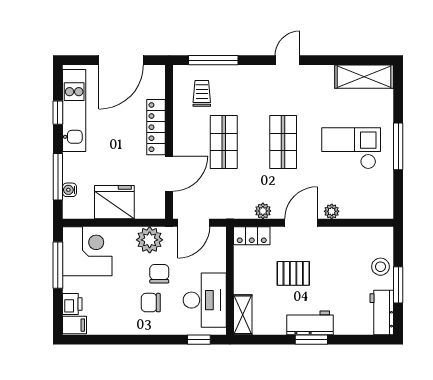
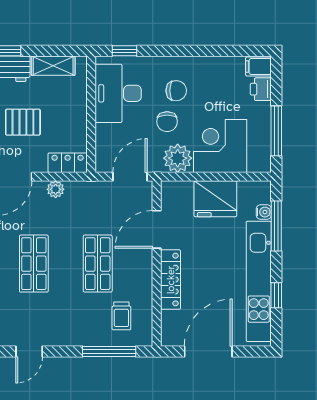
kitchen unit: (74, 111) -> (259, 281), width x1.36
corner desk: (87, 251) -> (220, 146), moved, turned 90
shelving: (243, 315) -> (53, 66), moved, turned 90

